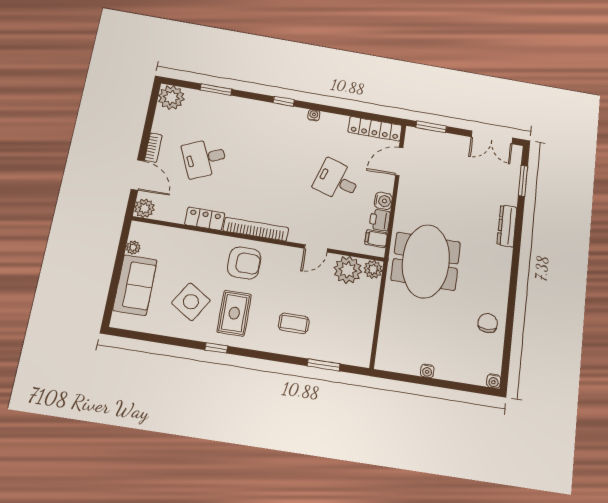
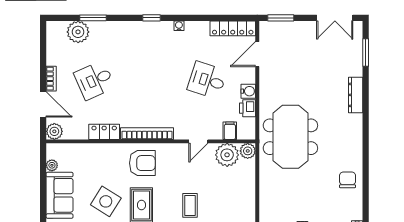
plant: (171, 97) -> (78, 32), moved
filing cabinet: (376, 239) -> (230, 131), moved, turned 90
coffee table: (294, 323) -> (190, 205), turned 90

